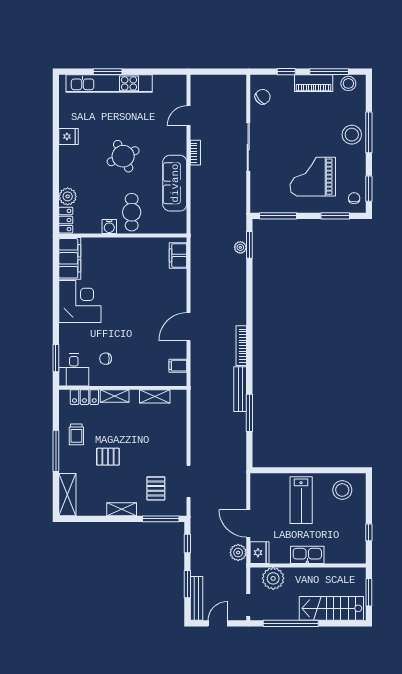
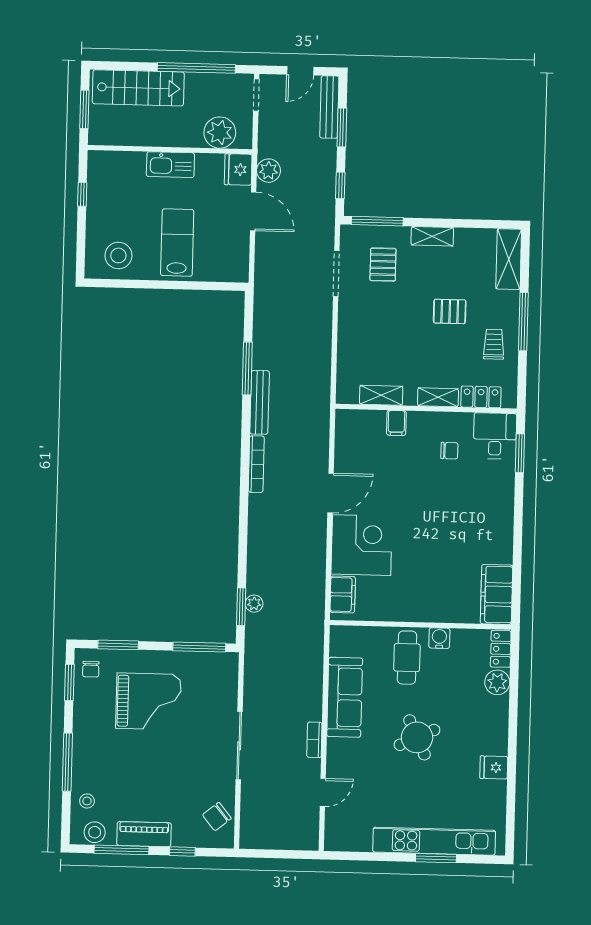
stool: (352, 135) -> (87, 801), moved, width x0.53, depth x0.53
corner desk: (80, 301) -> (362, 545), moved, turned 180
filing cabinet: (178, 366) -> (396, 423), moved, turned 90

